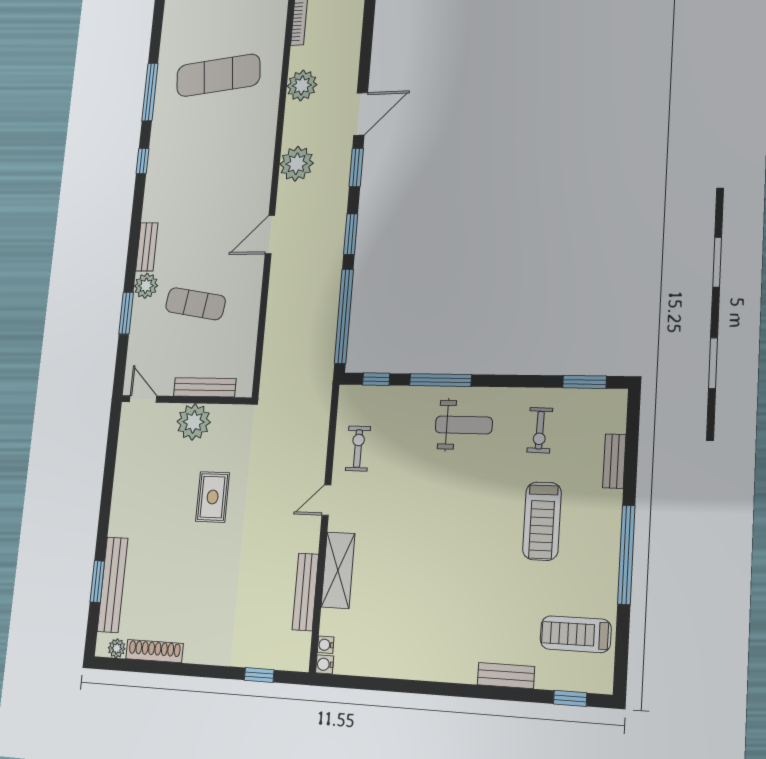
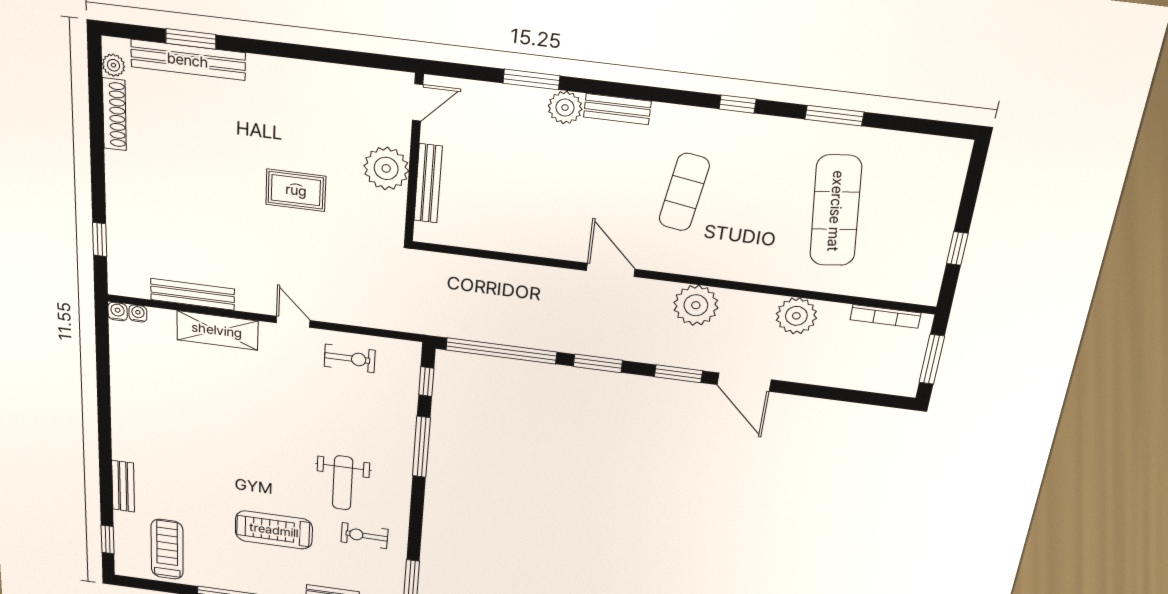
window: (150, 92) -> (834, 116), width x0.69
exercise mat: (195, 304) -> (684, 192), moved
weight bench: (464, 425) -> (343, 483), moved

